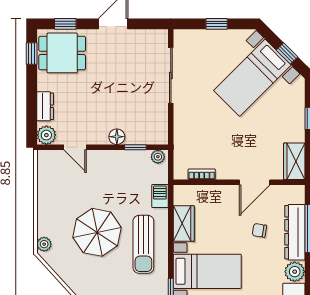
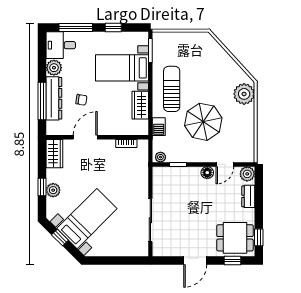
window: (217, 24) -> (115, 261), removed
plant: (296, 114) -> (53, 190), added
floor lamp: (117, 137) -> (207, 173), moved
door: (75, 147) -> (225, 164), swing flipped
parasol: (97, 232) -> (203, 122), moved
plant: (44, 244) -> (244, 94), width x1.88, depth x1.88

